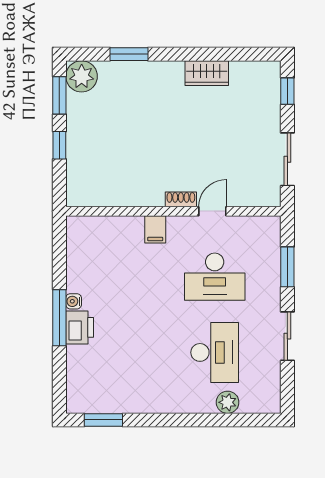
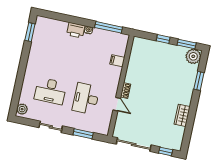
sliding door: (287, 159) -> (134, 145), width x1.37
filing cabinet: (155, 229) -> (117, 61), moved
window: (59, 318) -> (109, 27), moved
plant: (228, 402) -> (22, 109), moved

